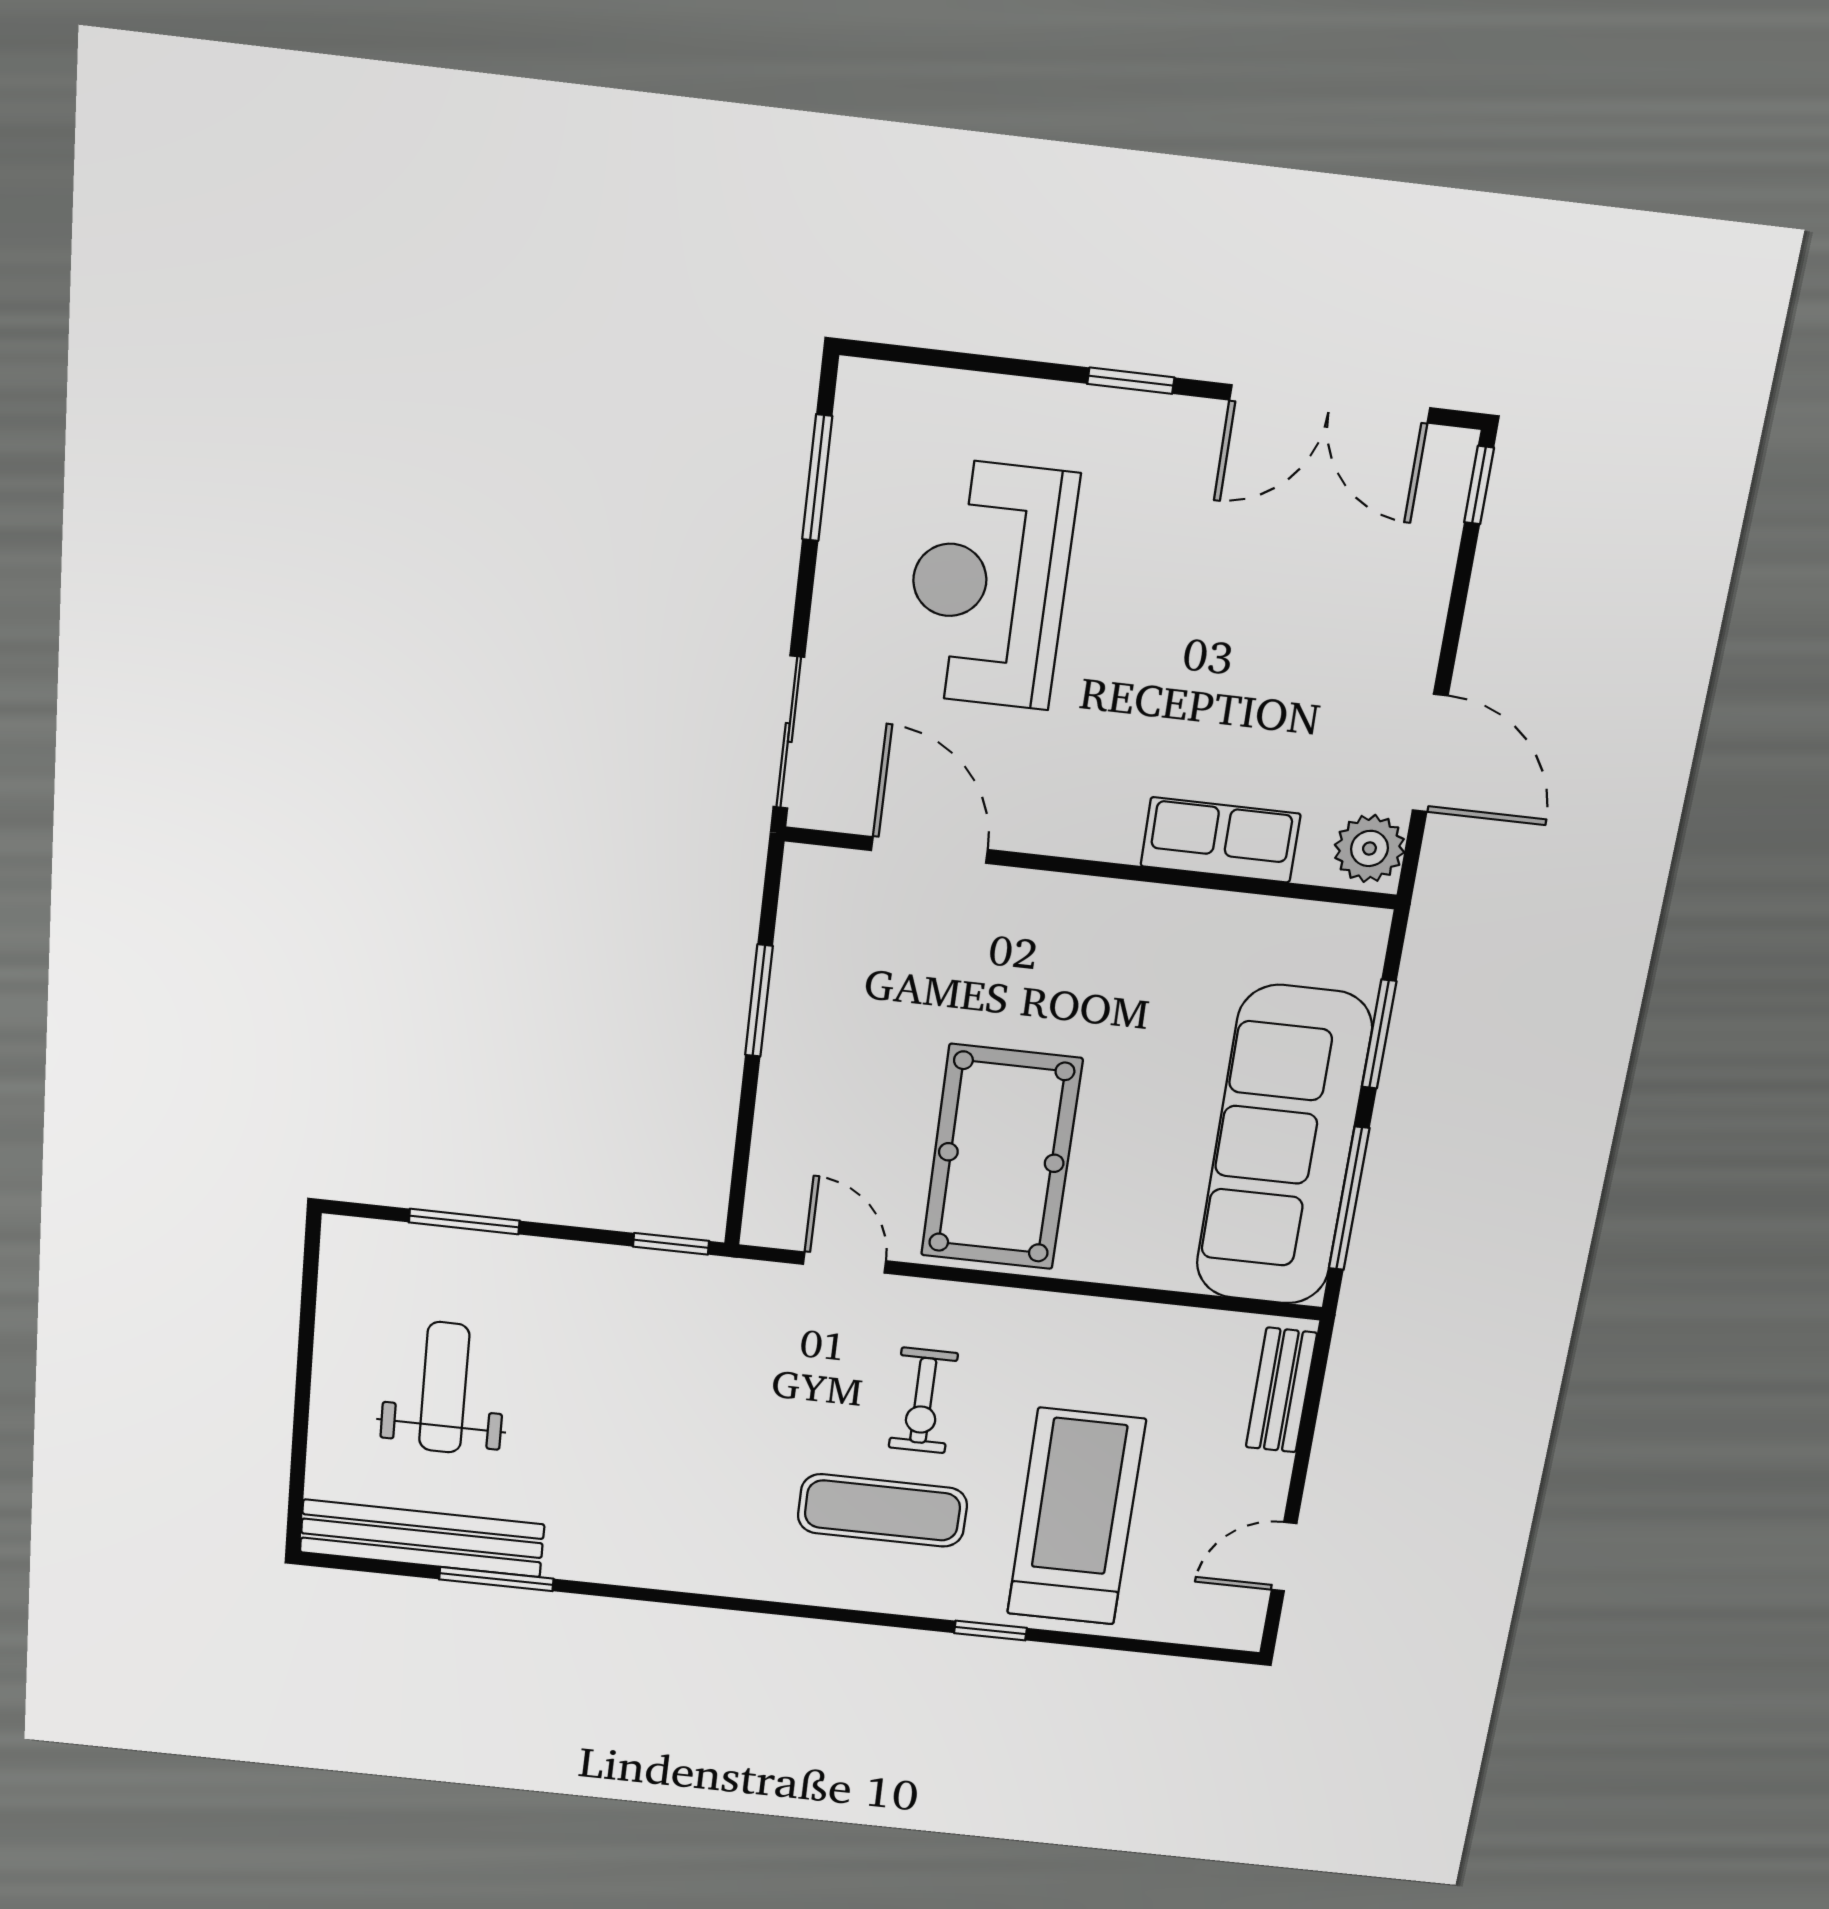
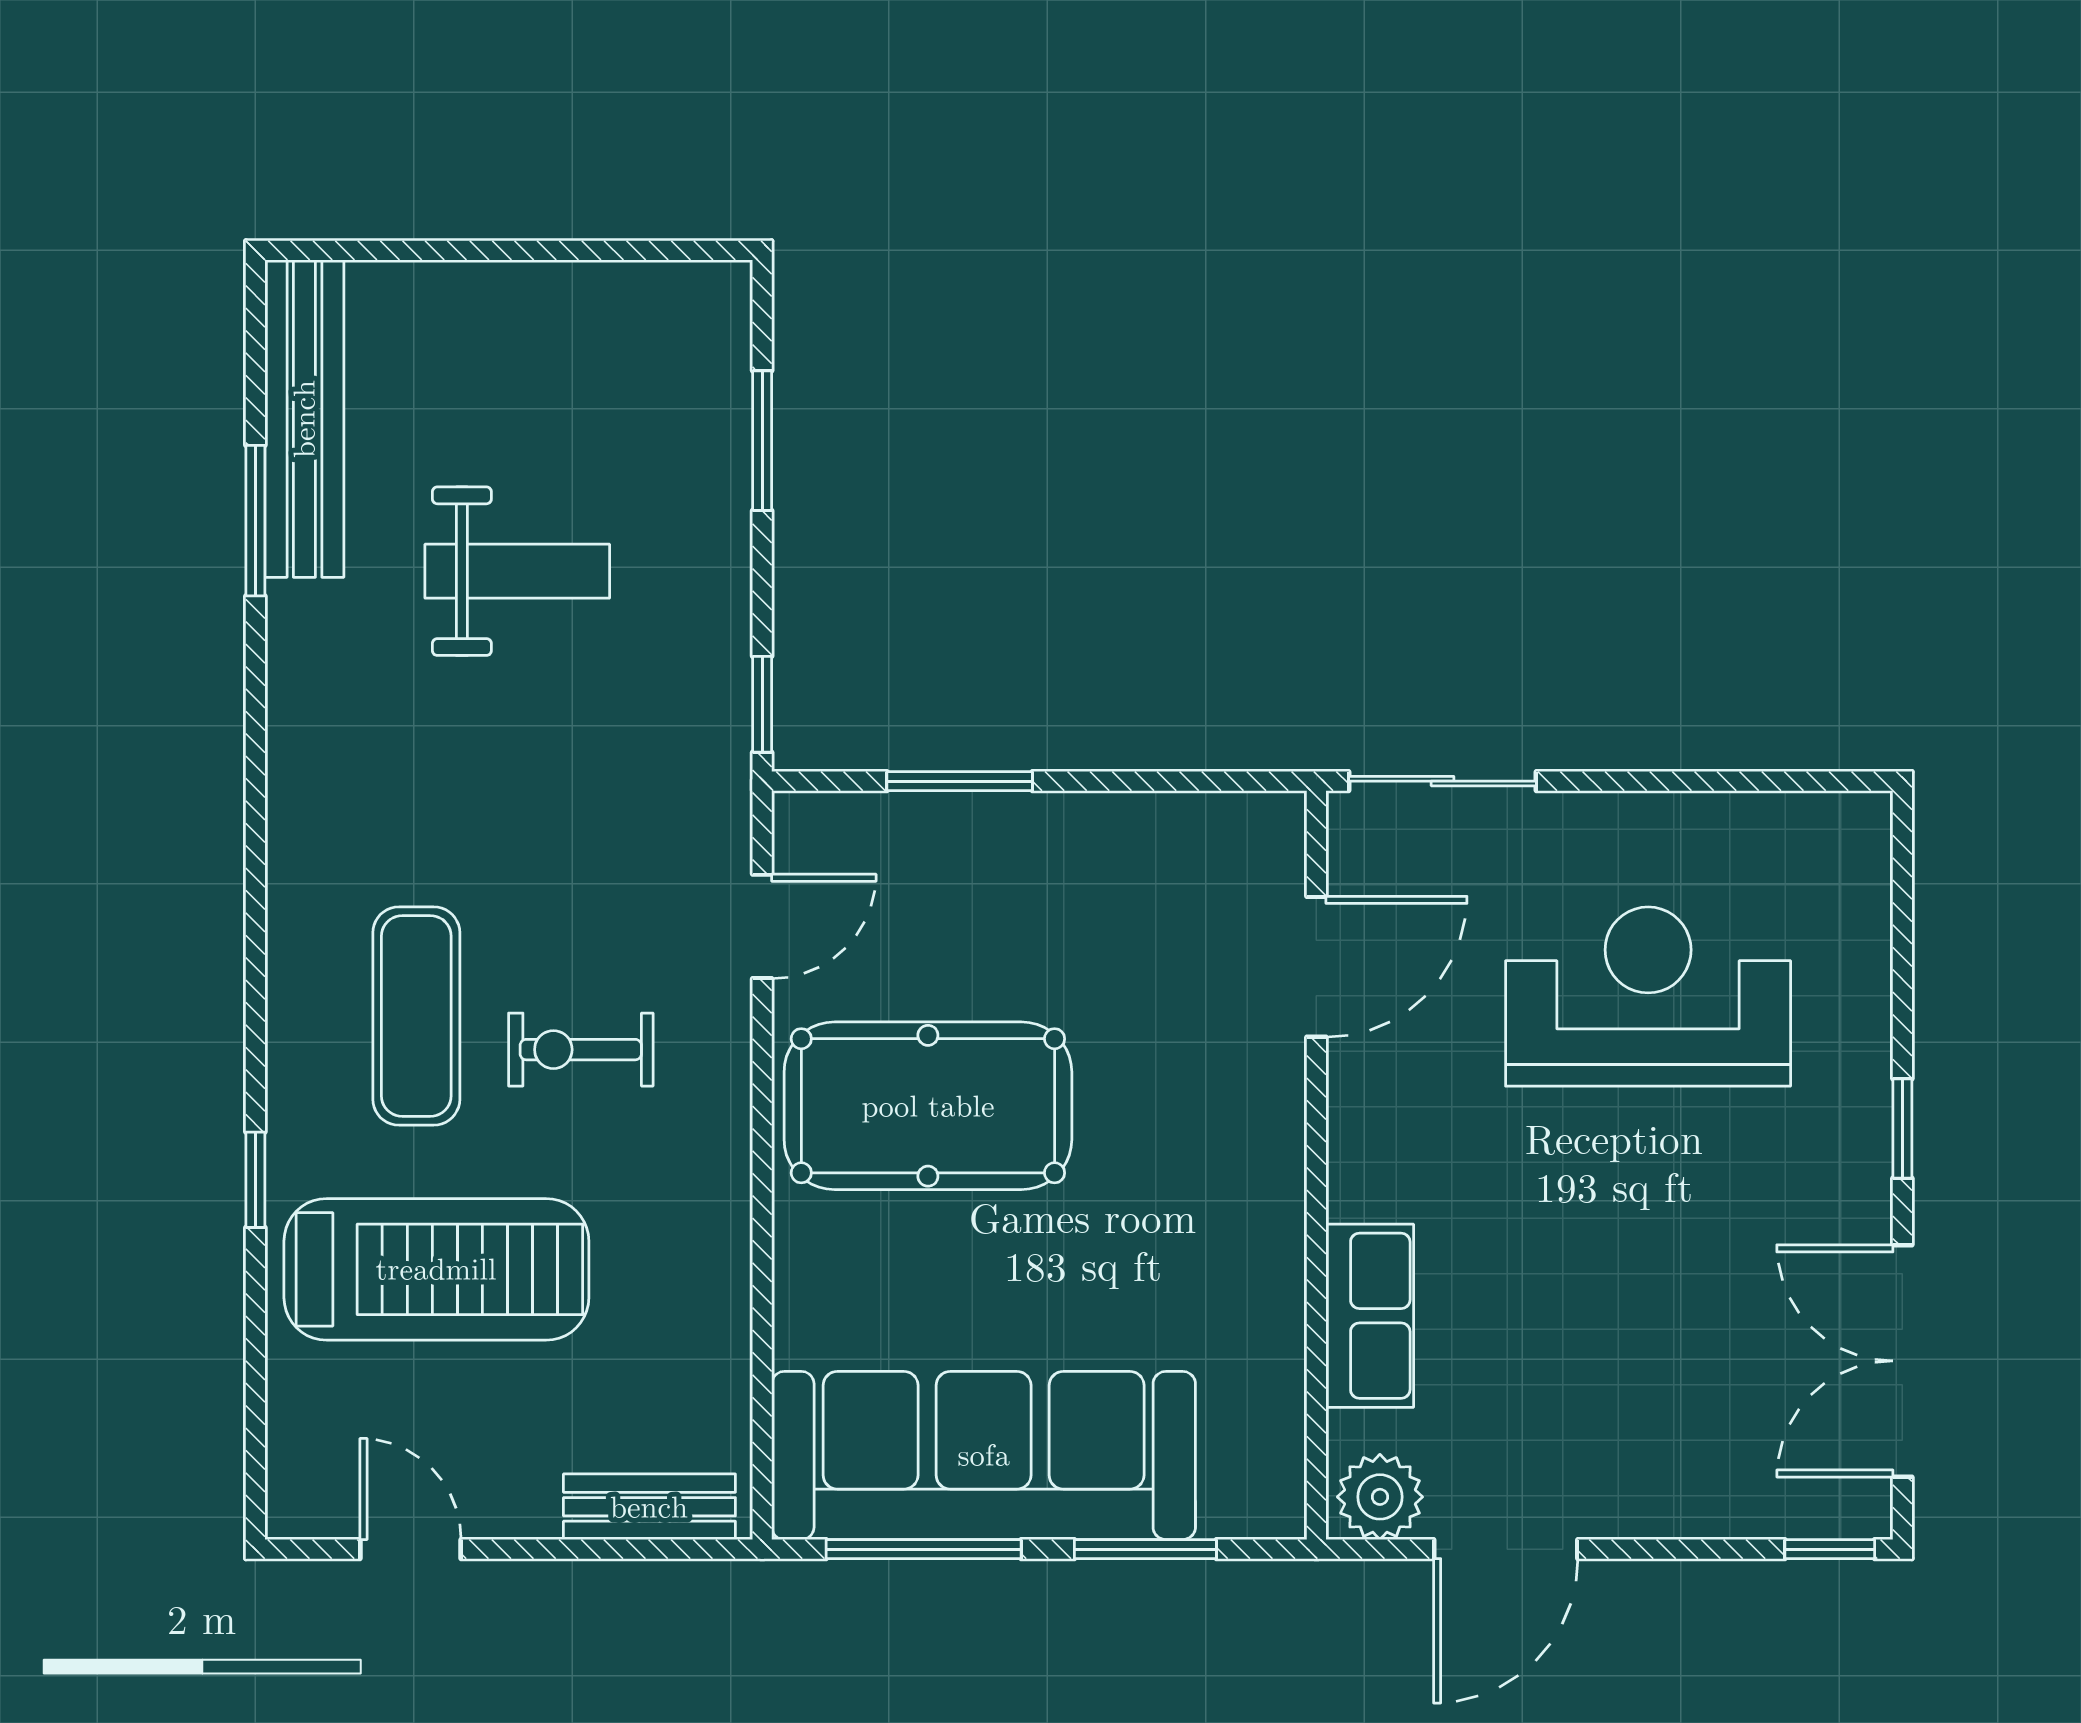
window: (817, 478) -> (1750, 781), removed
window: (759, 1001) -> (960, 781), moved
weight bench: (444, 1388) -> (517, 571), moved

